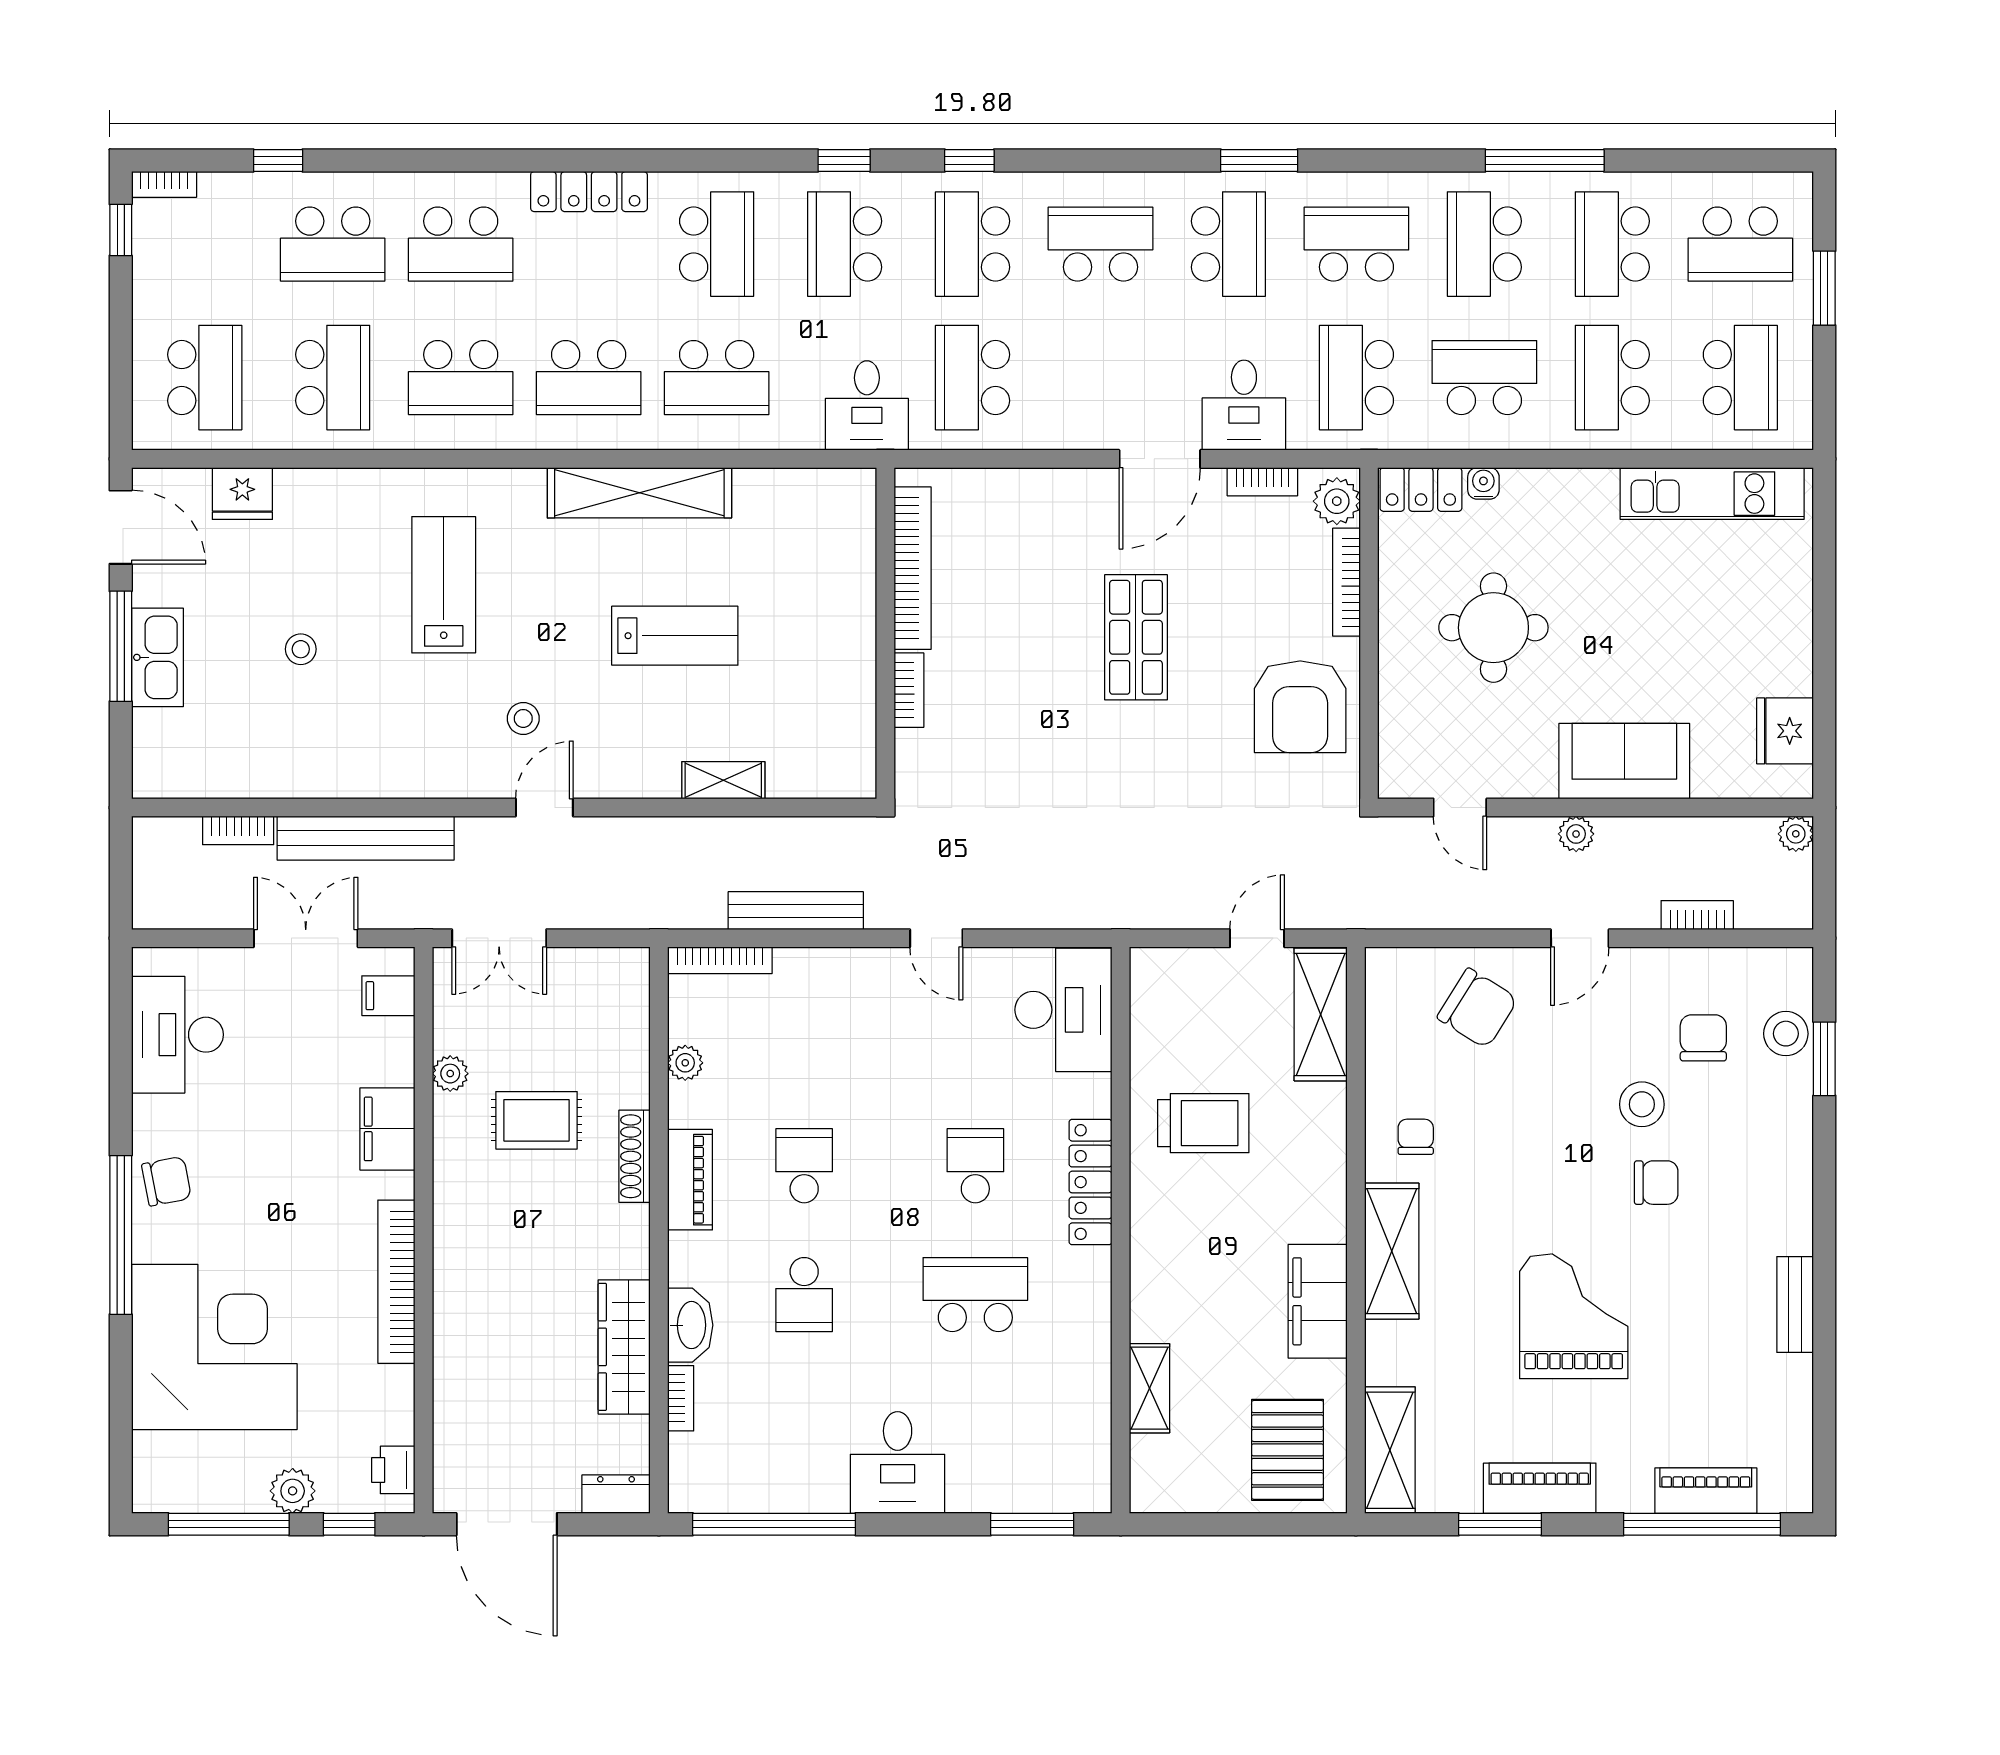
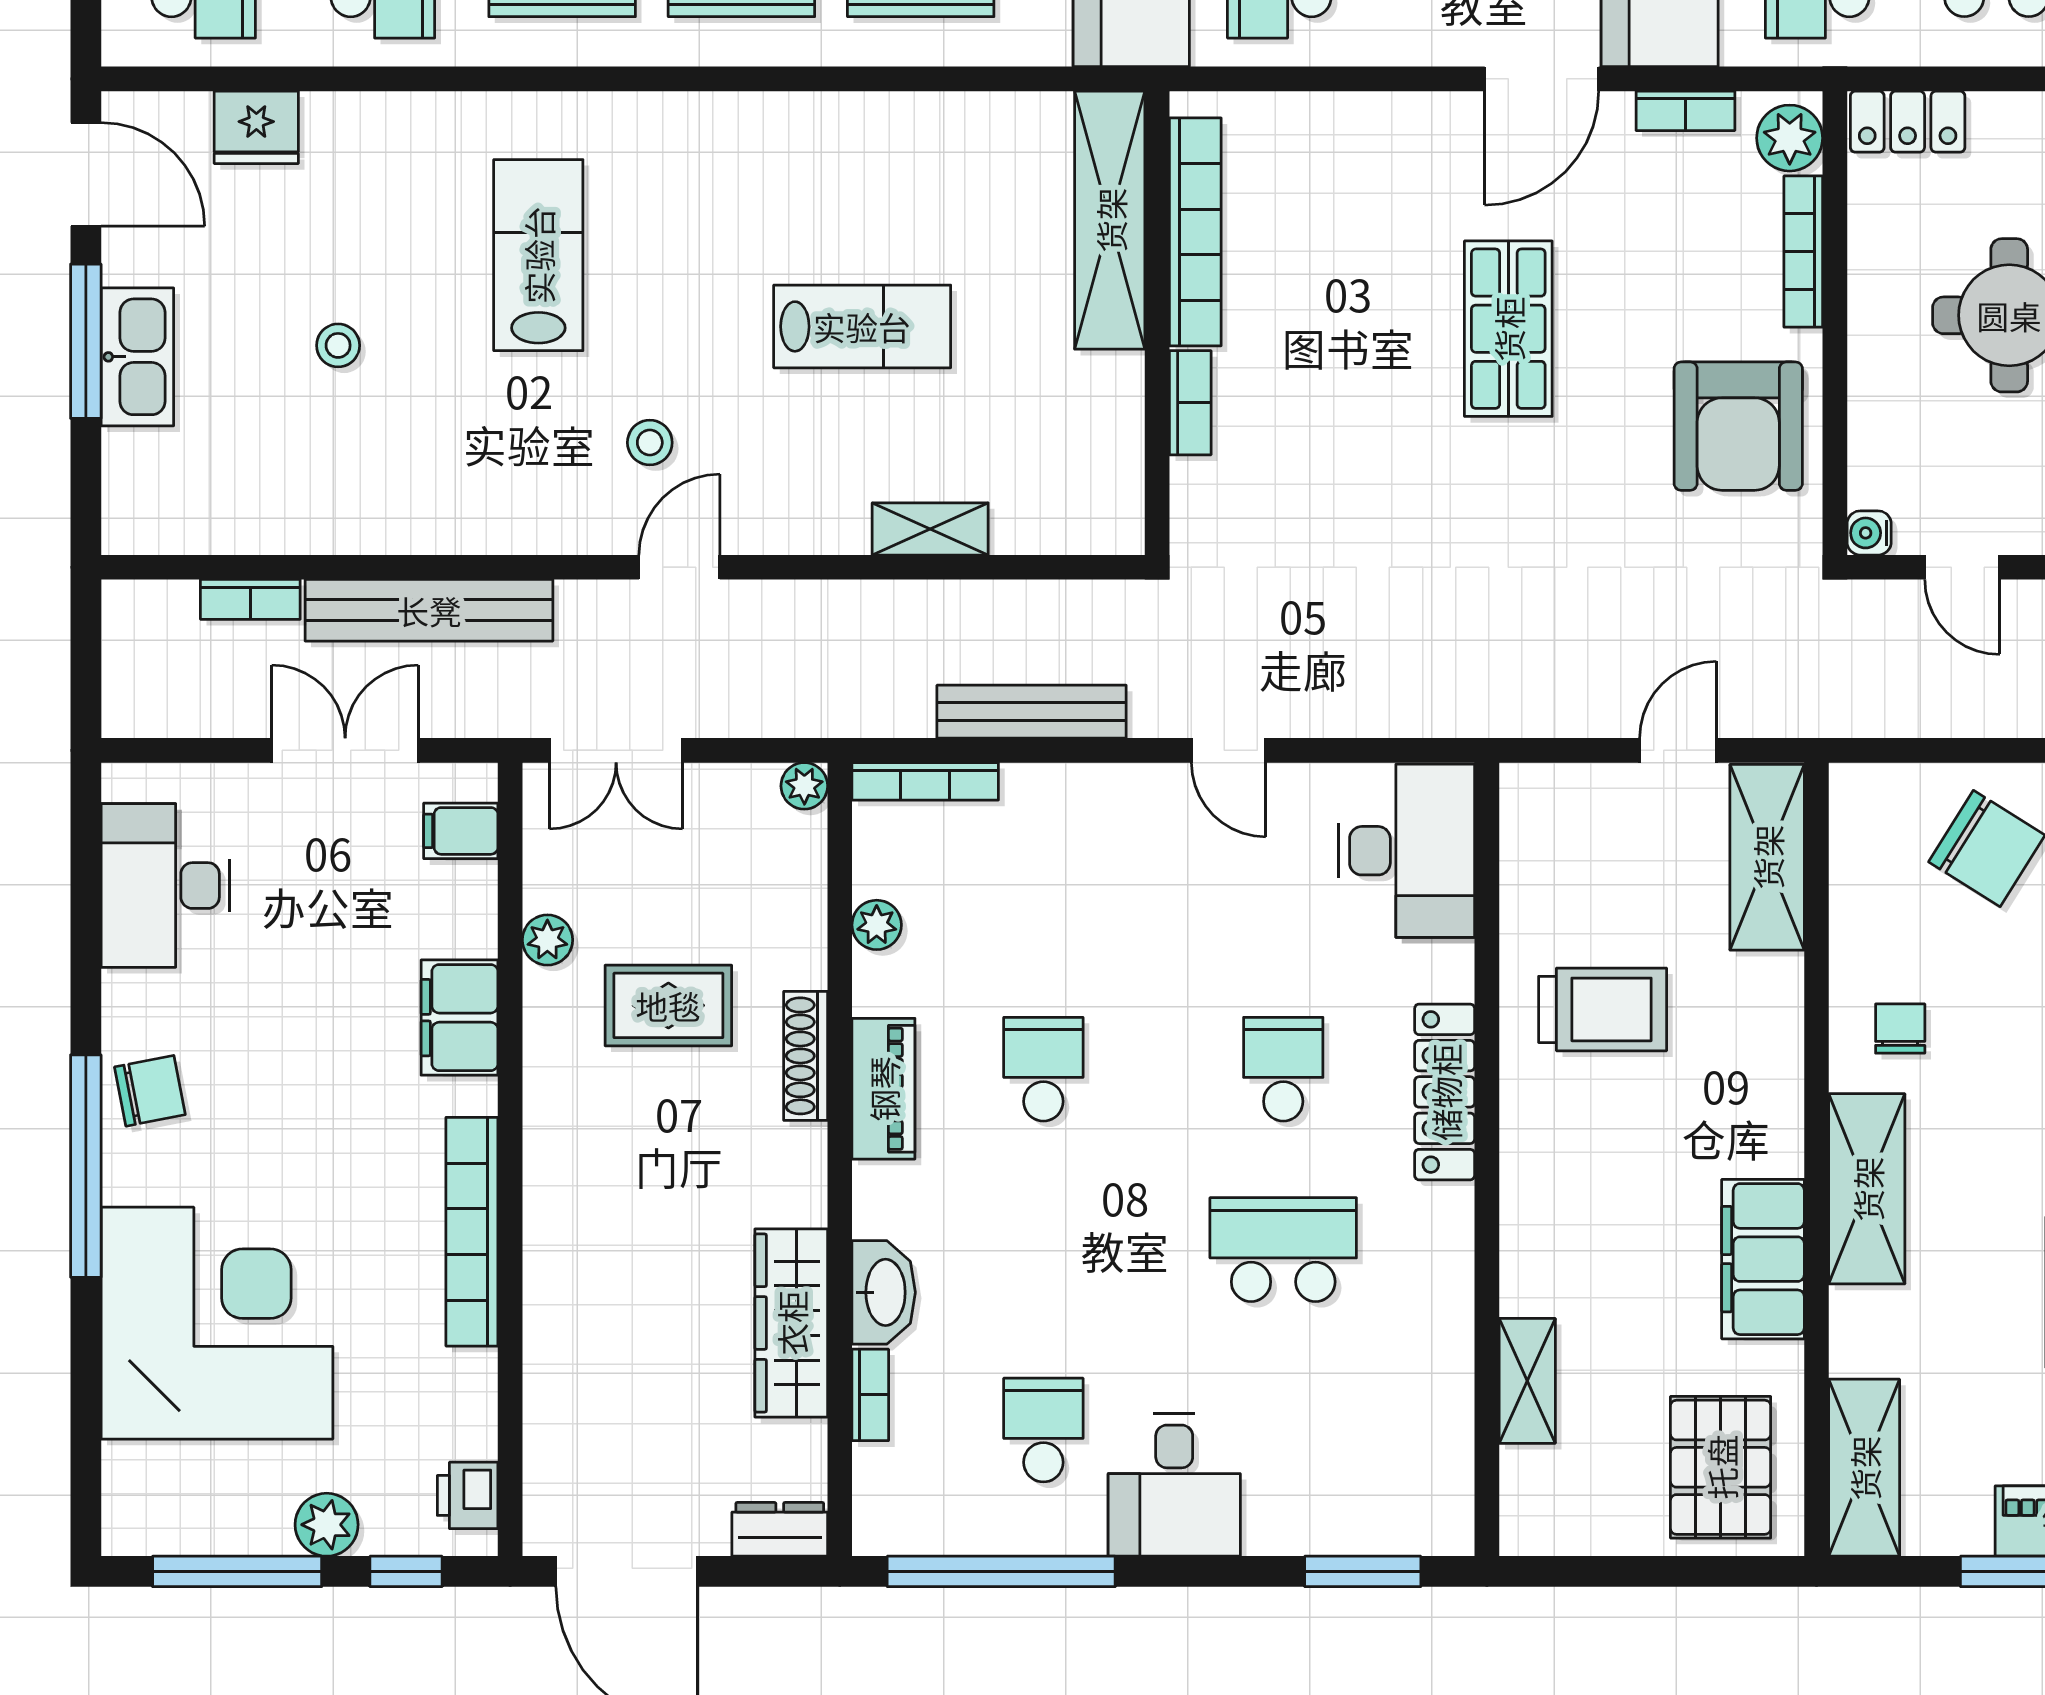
water cooler: (1483, 483) -> (1869, 533), moved, turned -90
shelving: (639, 493) -> (1110, 220), moved, turned 90
plant: (633, 964) -> (804, 786), added
school desk: (804, 1295) -> (1043, 1430), moved, turned 180

